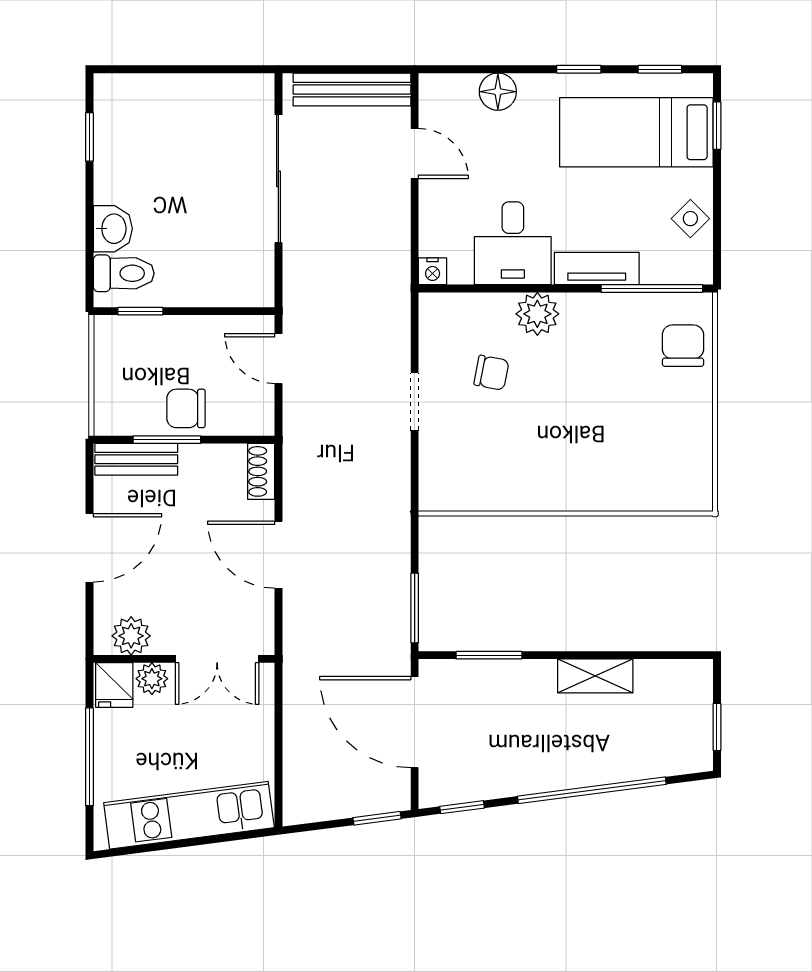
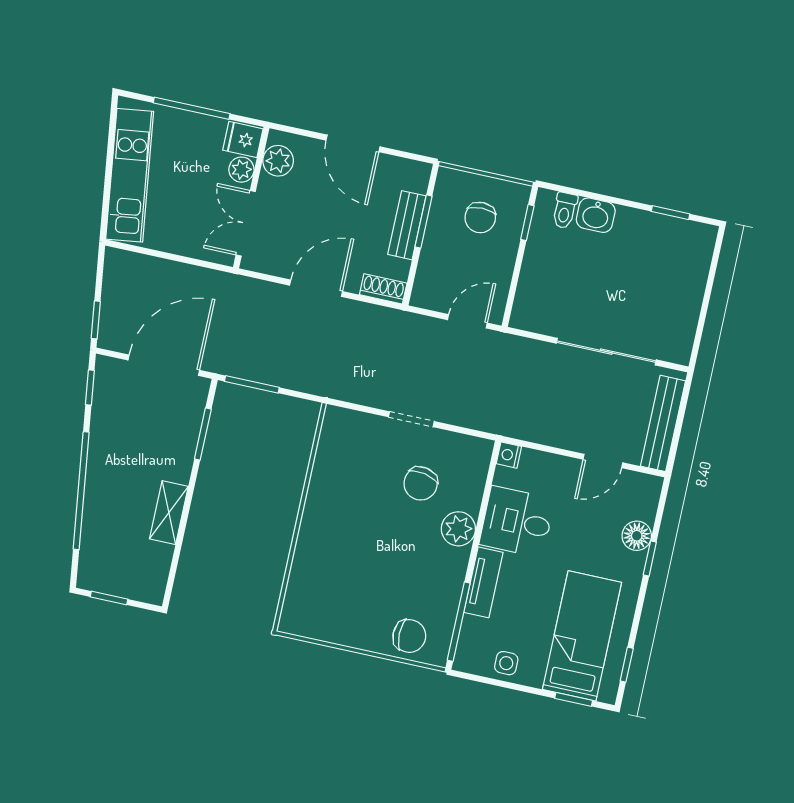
window: (579, 69) -> (650, 559), moved
side table: (690, 219) -> (506, 663), turned 45
toilet: (124, 273) -> (565, 210), width x0.73, depth x0.72
chair: (491, 373) -> (421, 483), width x1.37, depth x1.37
chair: (186, 408) -> (480, 218), moved, turned 180
bench: (136, 459) -> (407, 225), moved

